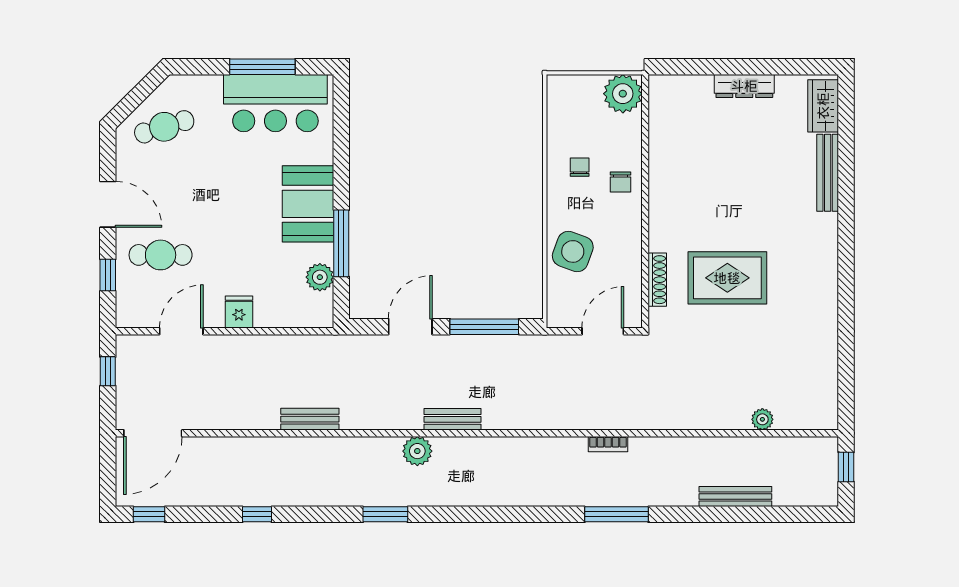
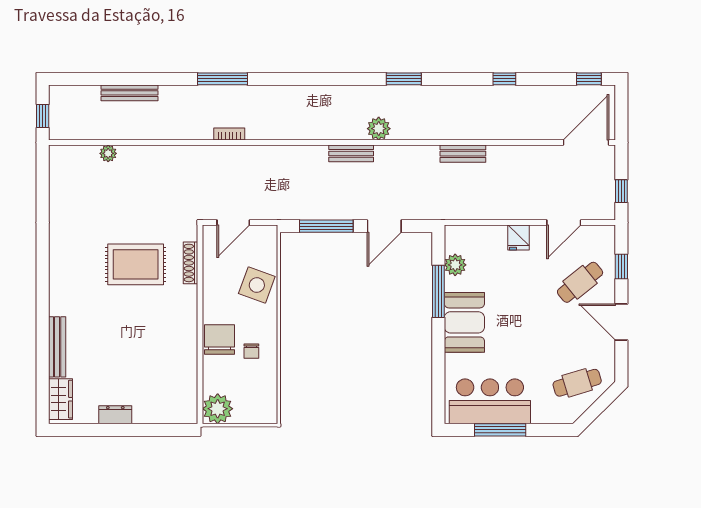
dresser: (744, 86) -> (115, 415), width x0.70
chair: (620, 182) -> (219, 339), width x1.87, depth x1.87
cafe table: (161, 255) -> (580, 282), turned -39

